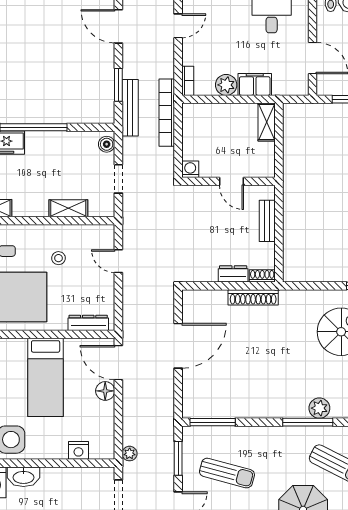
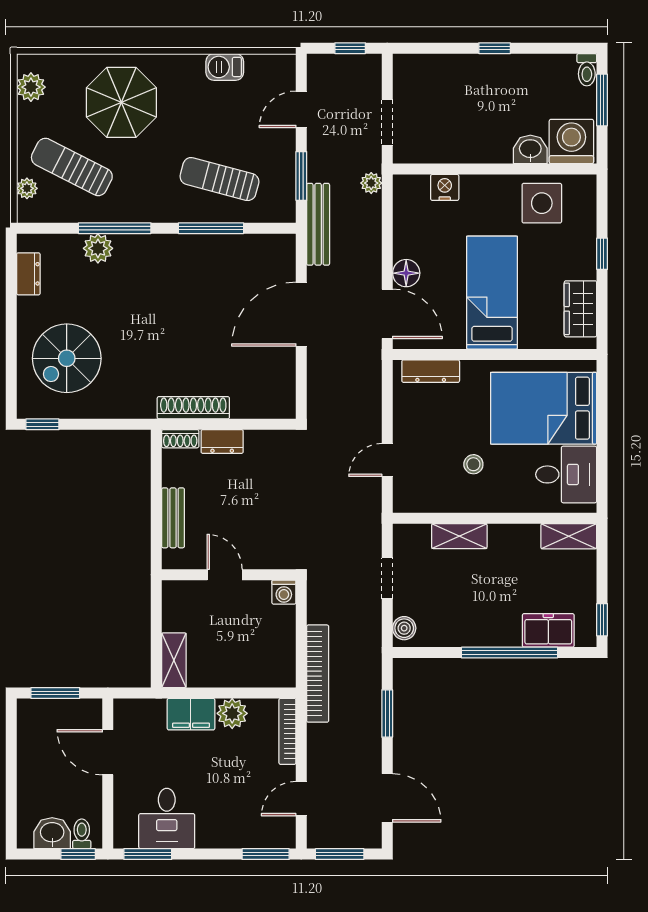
bookcase: (188, 81) -> (287, 731), width x1.56
bench: (130, 108) -> (318, 224), moved
door: (118, 261) -> (387, 460), swing flipped
door: (178, 346) -> (301, 314), moved
window: (213, 422) -> (211, 228), moved
sun lounger: (227, 473) -> (219, 179), moved
washbasin: (23, 477) -> (530, 149), width x0.72

